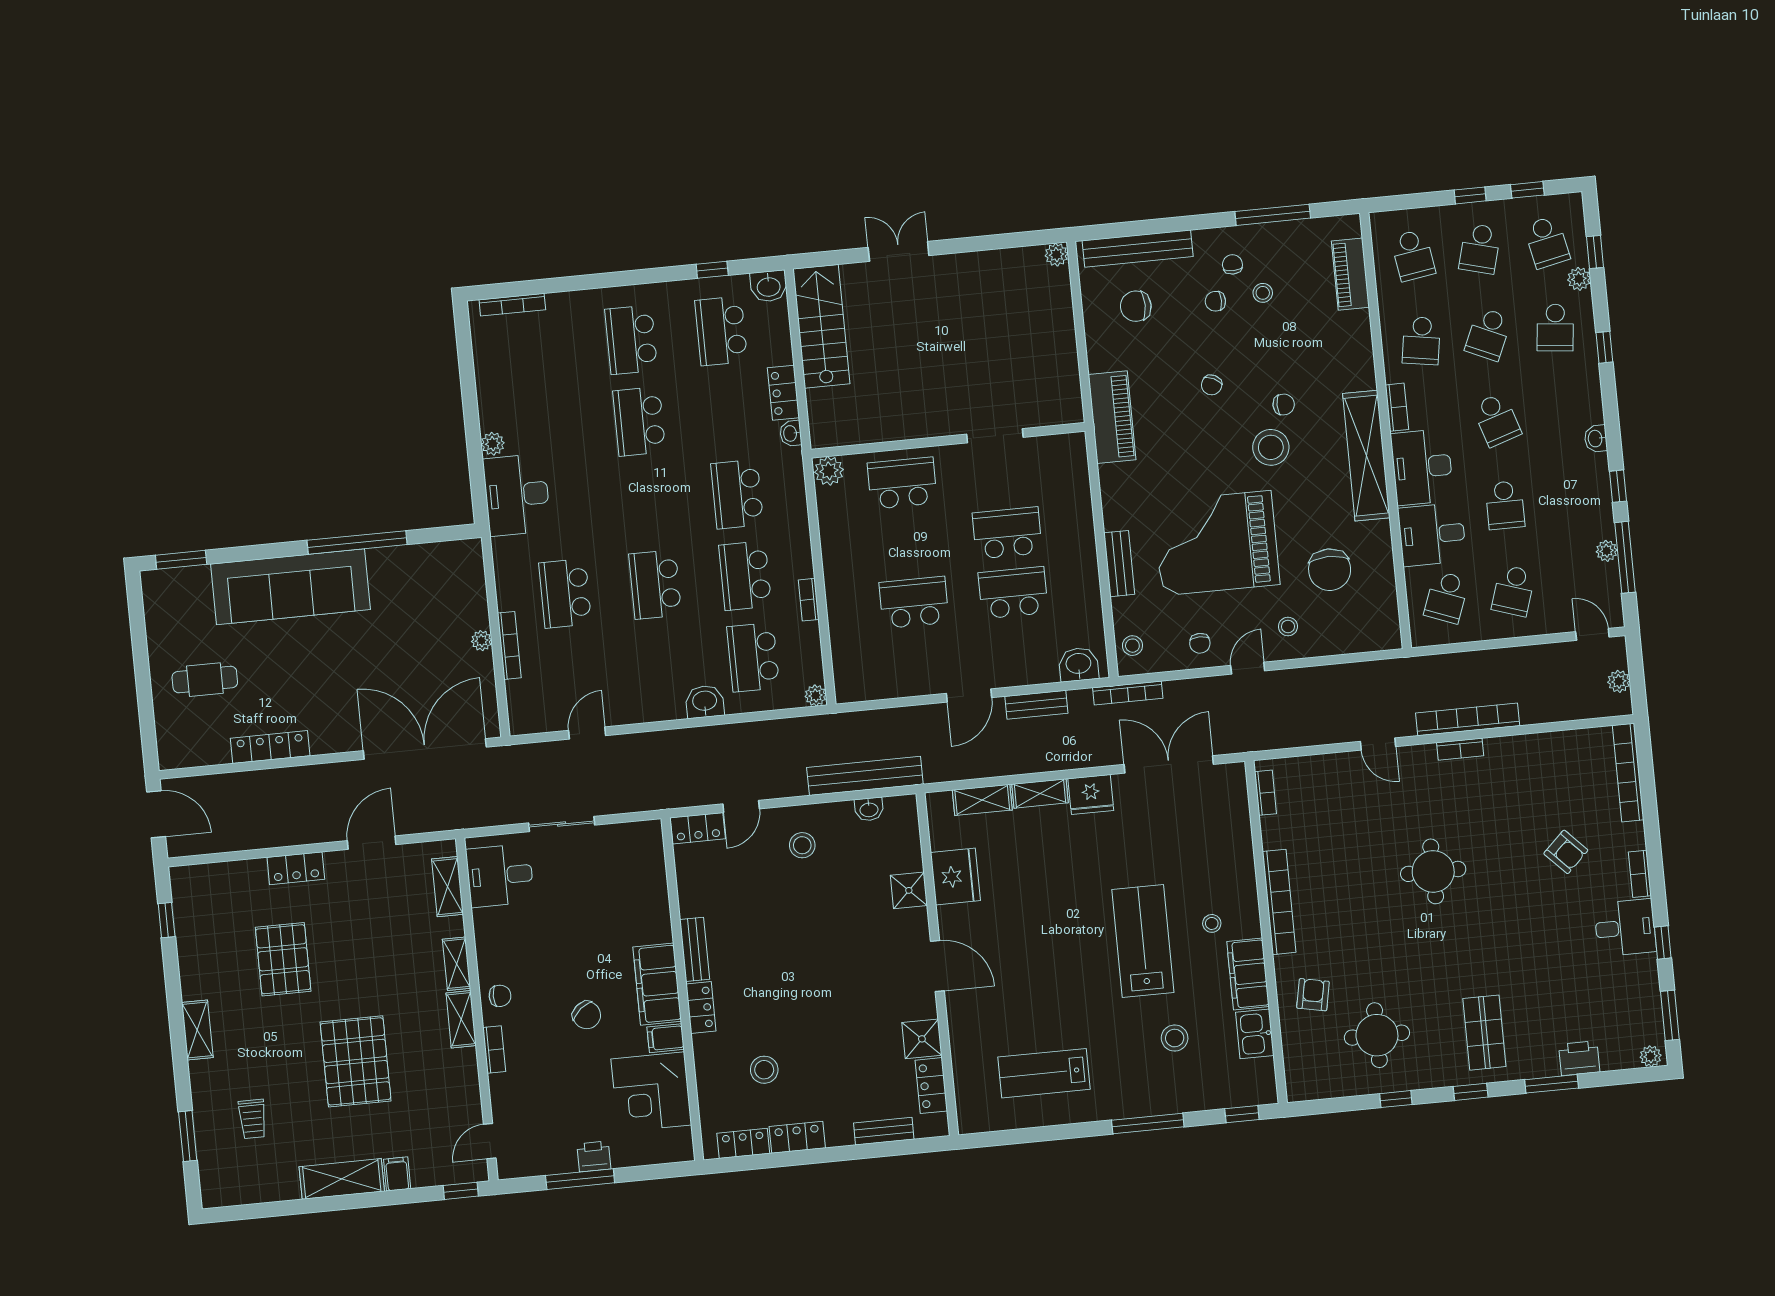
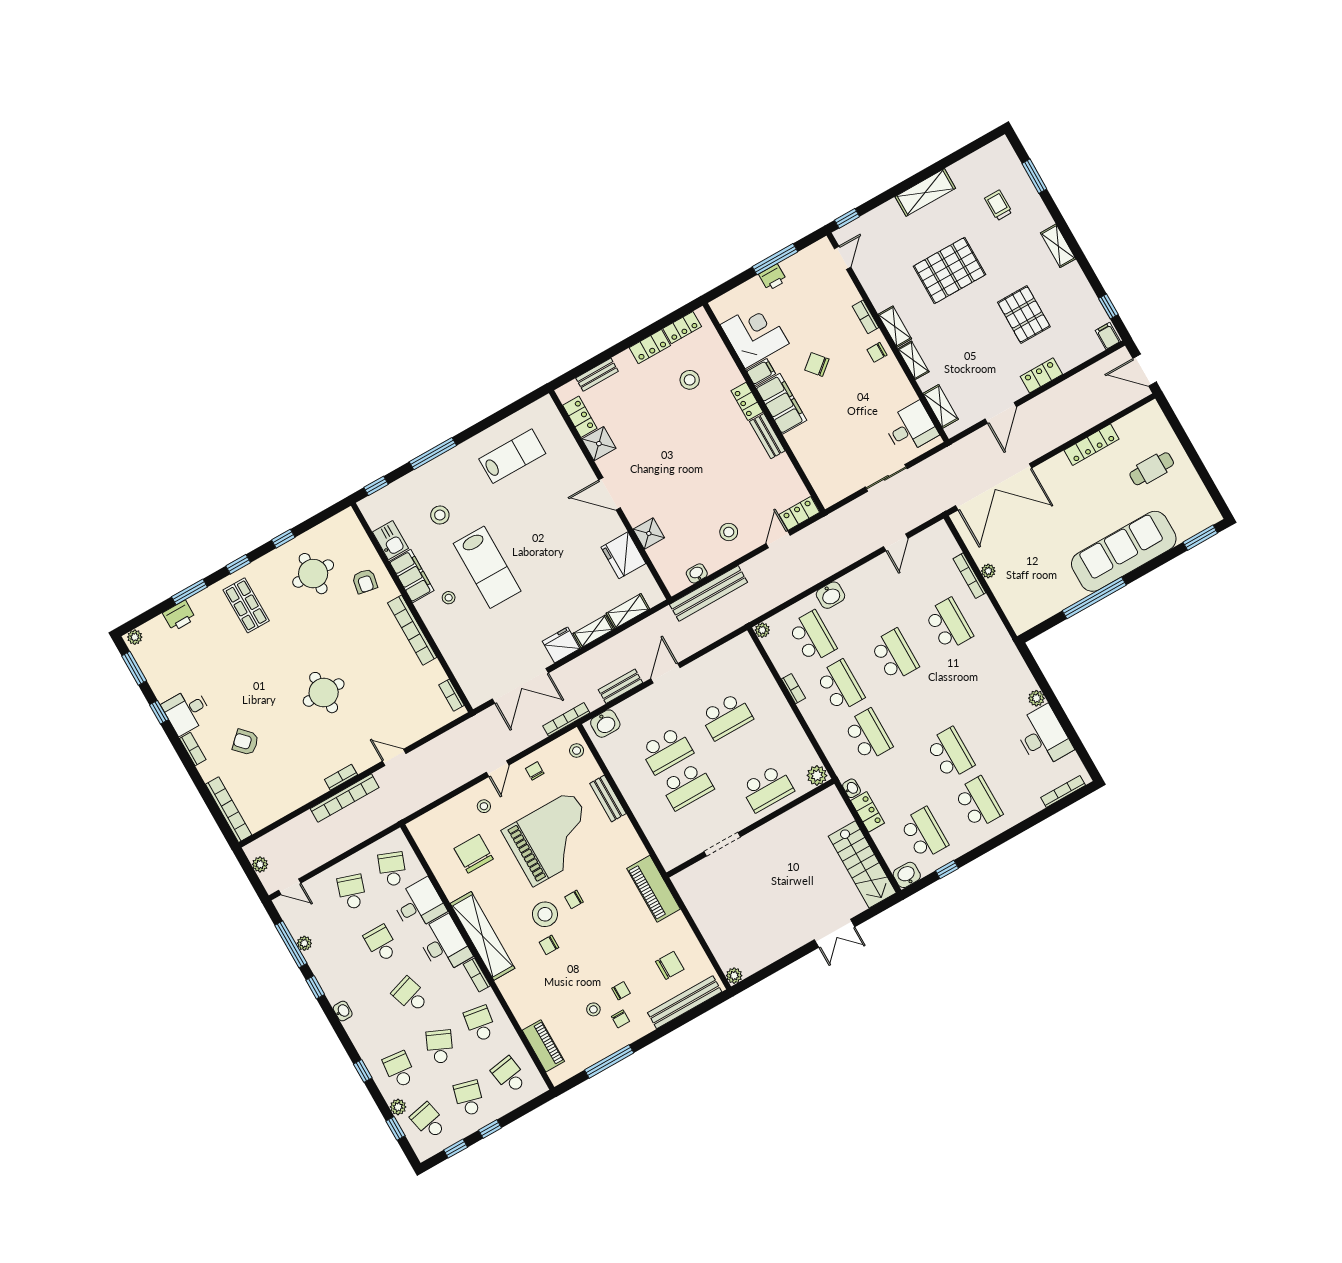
chair: (1212, 385) -> (574, 899), moved, turned -117
desk: (517, 495) -> (1043, 737), moved
pallet: (356, 1061) -> (950, 270), turned 90
filing cabinet: (397, 1174) -> (1108, 336), moved, turned 180

